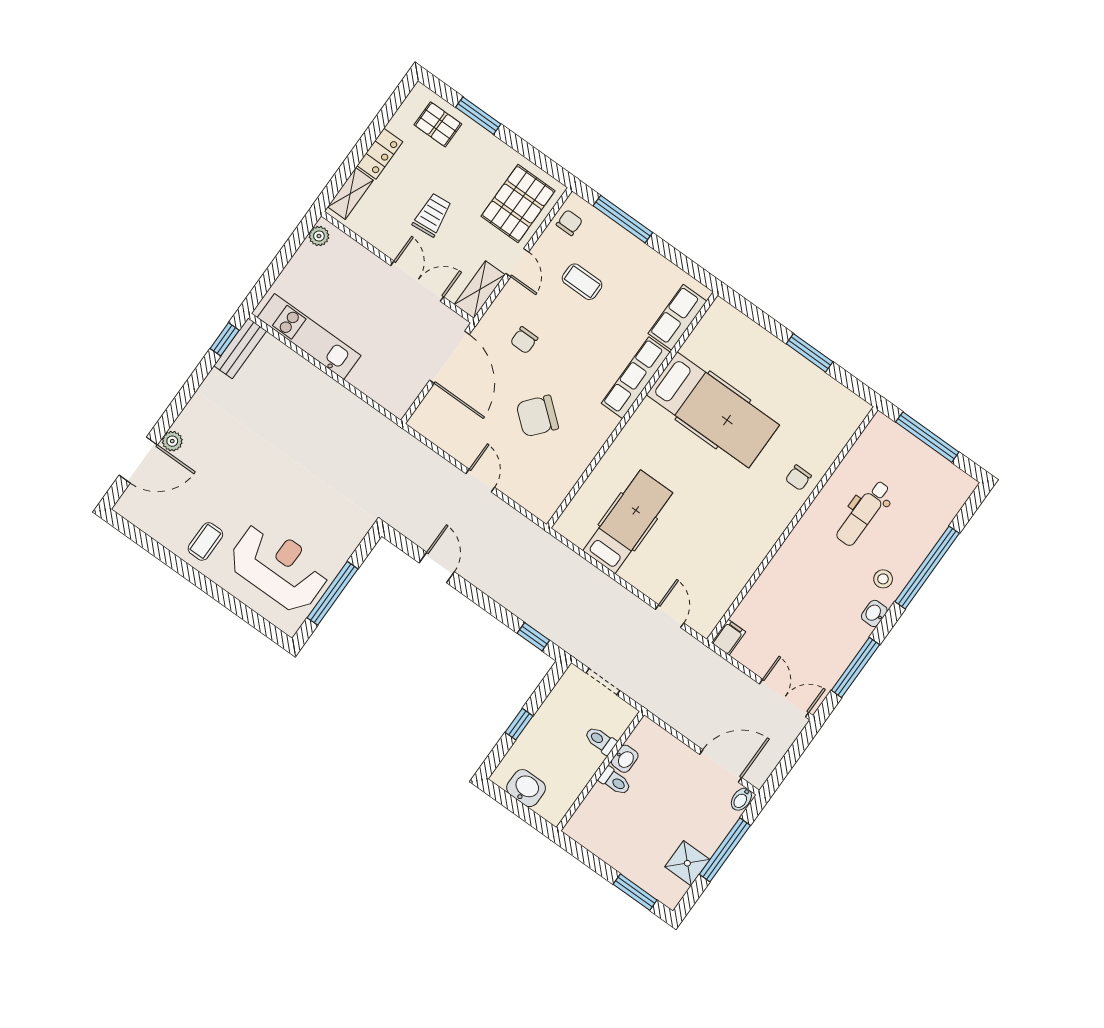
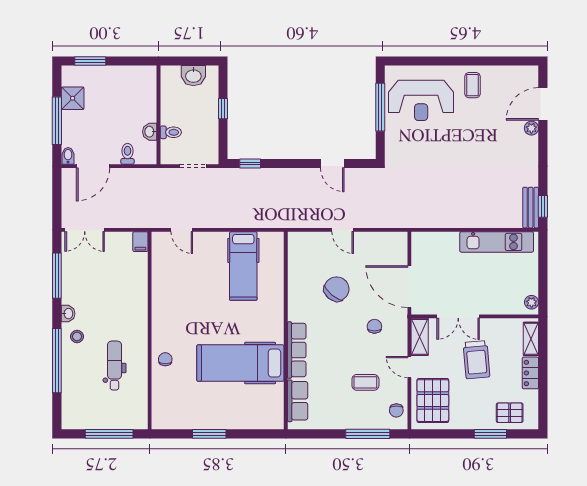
trolley: (432, 215) -> (476, 360), width x1.36, depth x1.39
toilet: (615, 781) -> (128, 154), moved, turned 90

